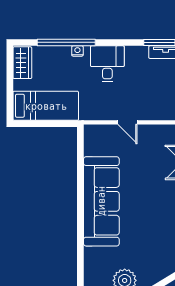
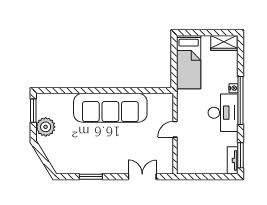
window: (66, 42) -> (240, 101), moved
desk: (107, 64) -> (223, 113), width x1.37

